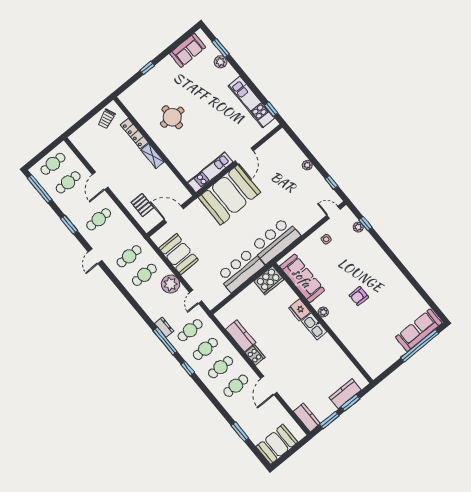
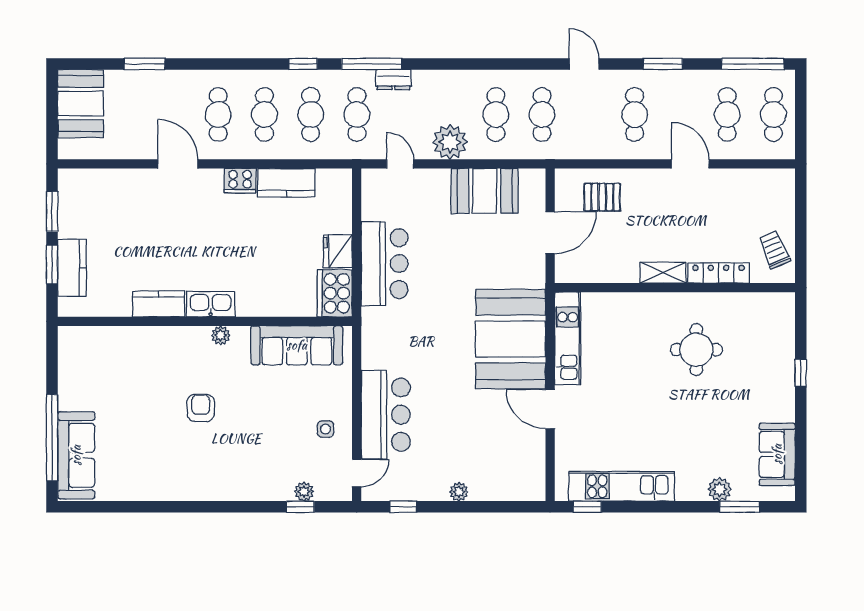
bar counter: (275, 241) -> (386, 415), moved
fridge: (299, 310) -> (338, 251), moved, turned -90
kitchen counter: (307, 417) -> (159, 304), moved, turned 180

